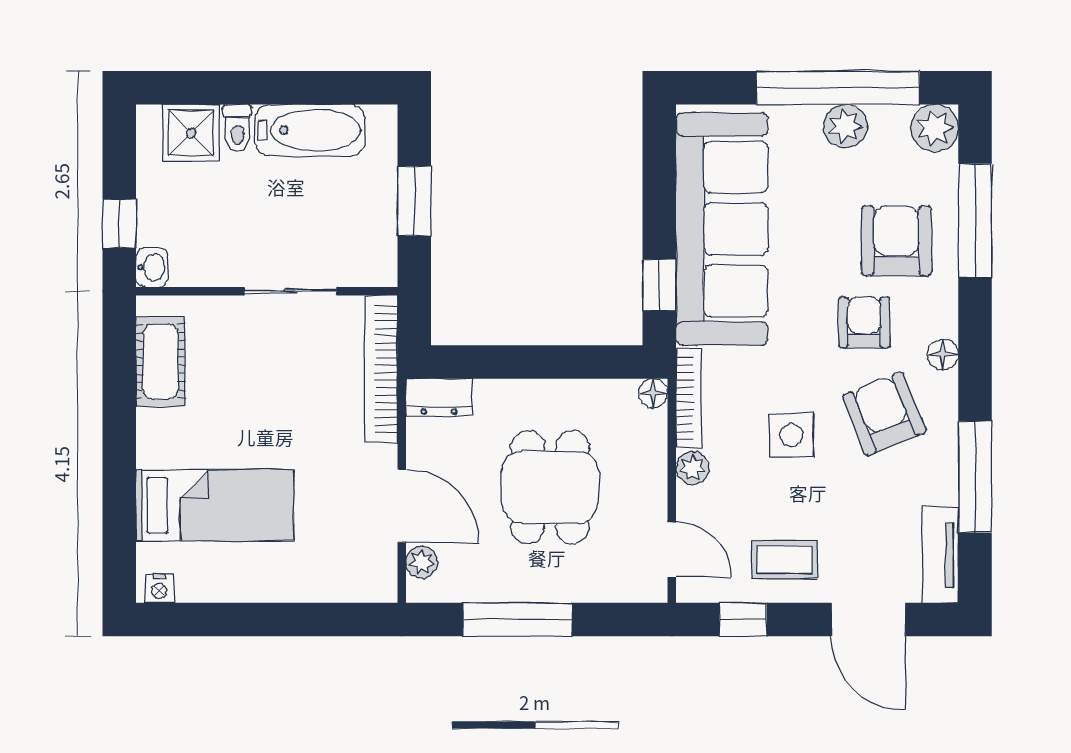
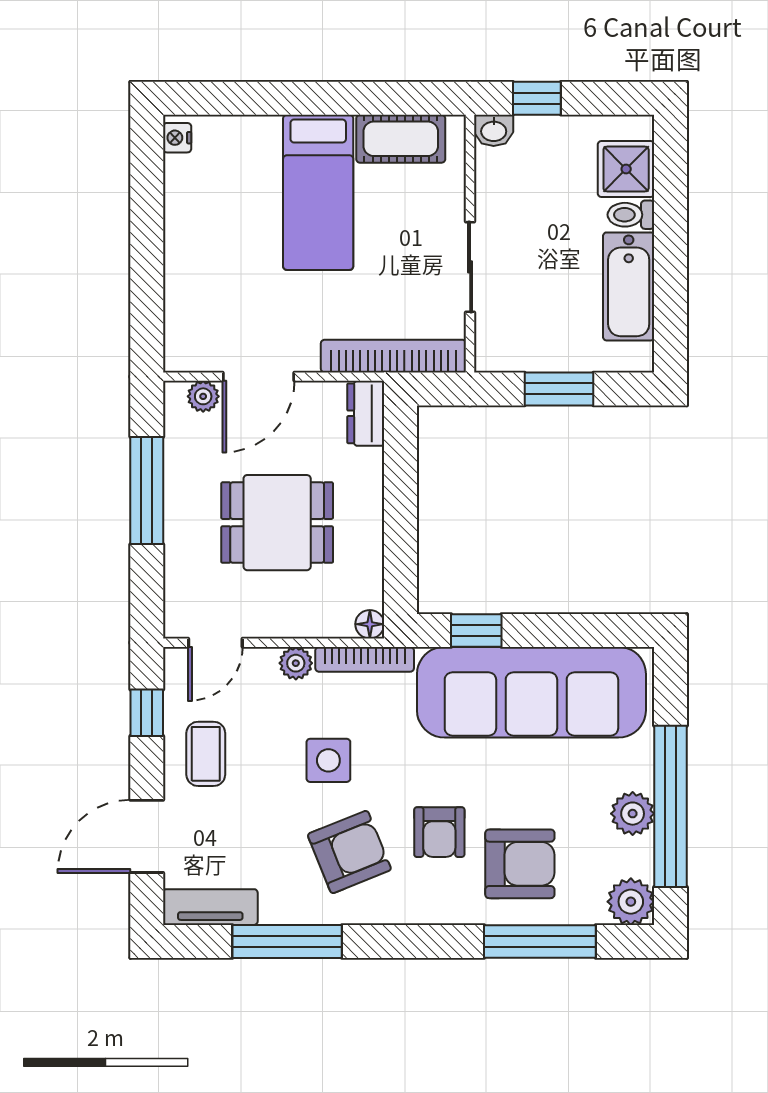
armchair: (864, 322) -> (439, 832), turned 90
floor lamp: (943, 354) -> (408, 910), removed
bed: (215, 505) -> (318, 192), moved

